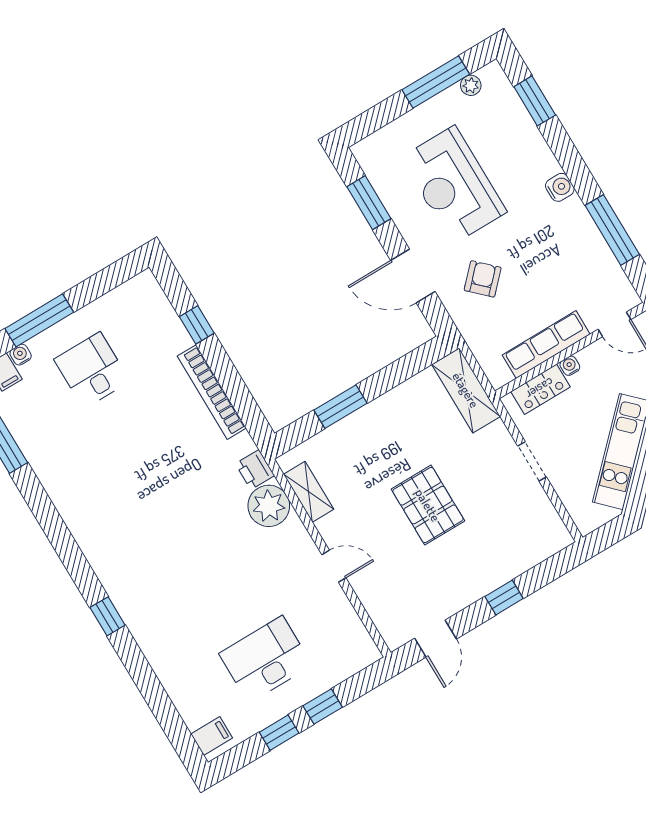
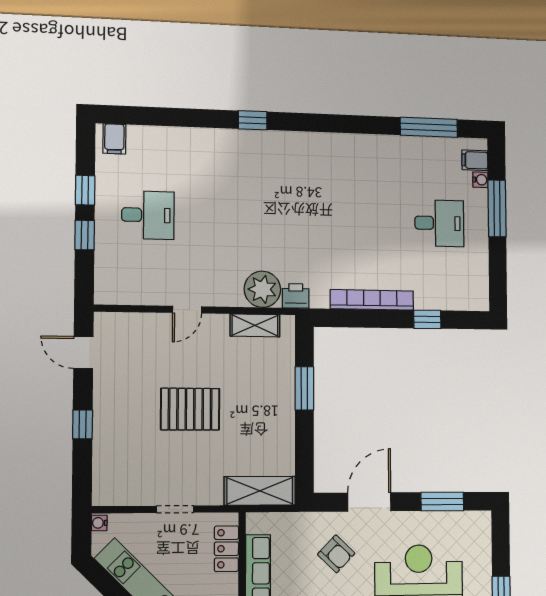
water cooler: (570, 366) -> (99, 523), moved, turned 180
desk: (266, 659) -> (148, 215), width x0.73

